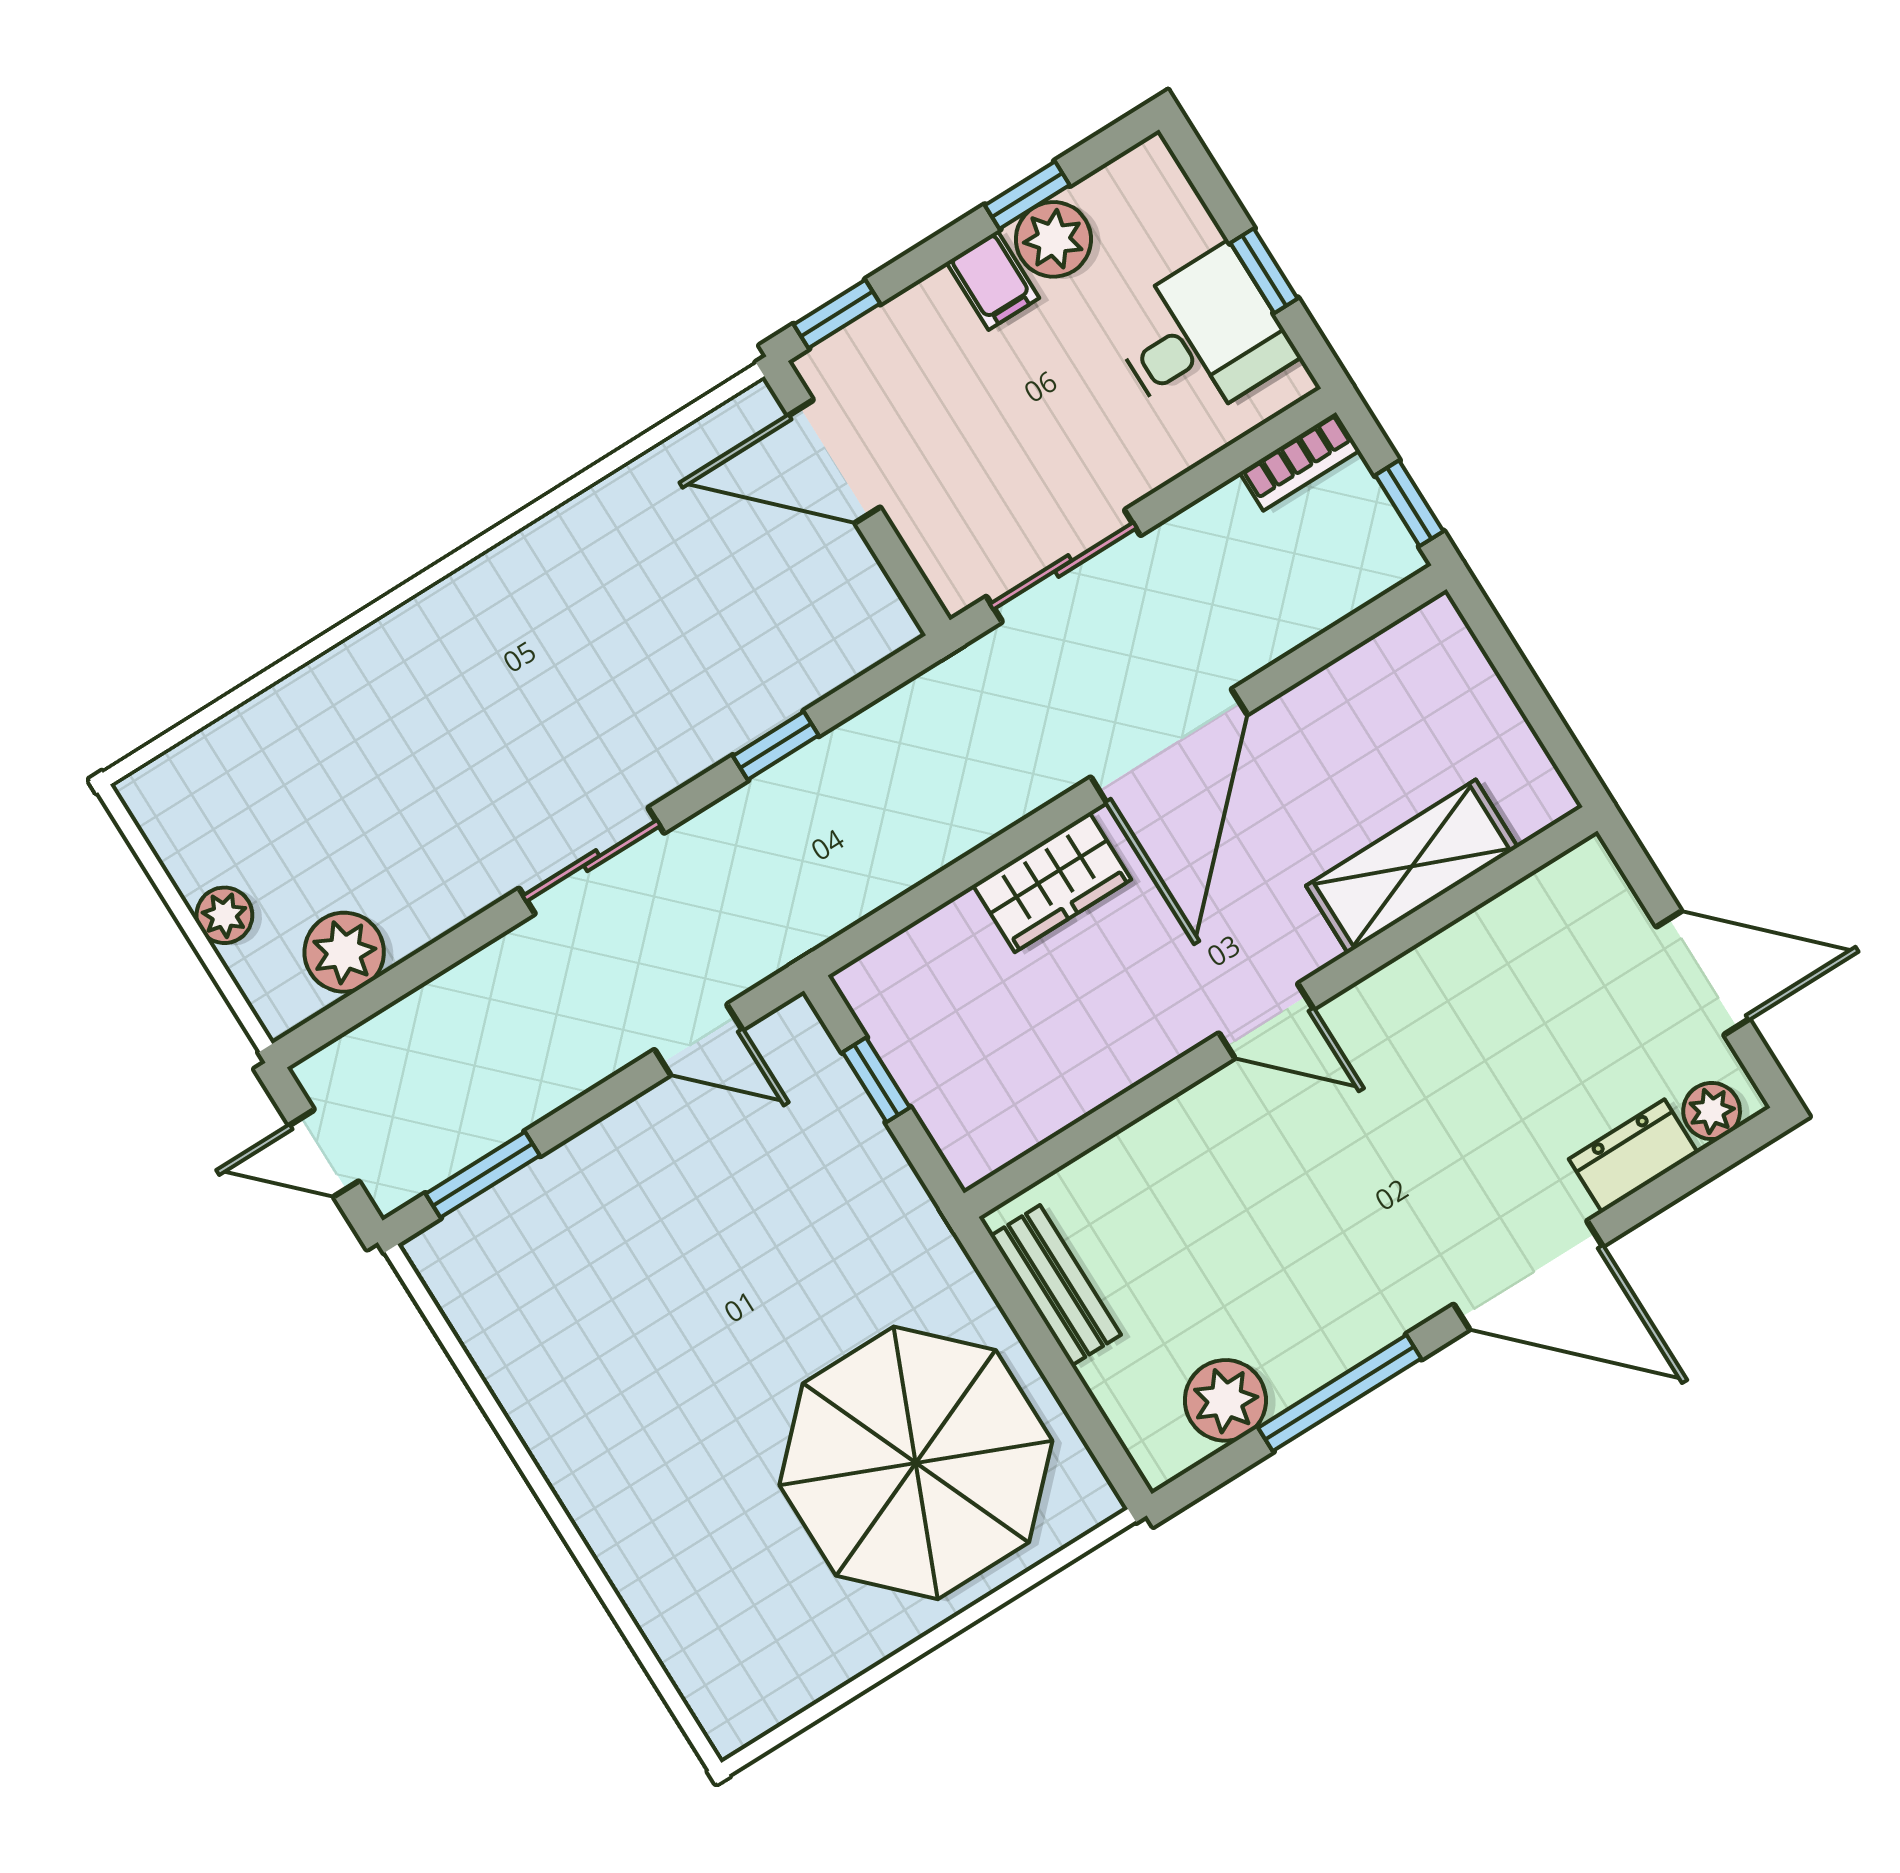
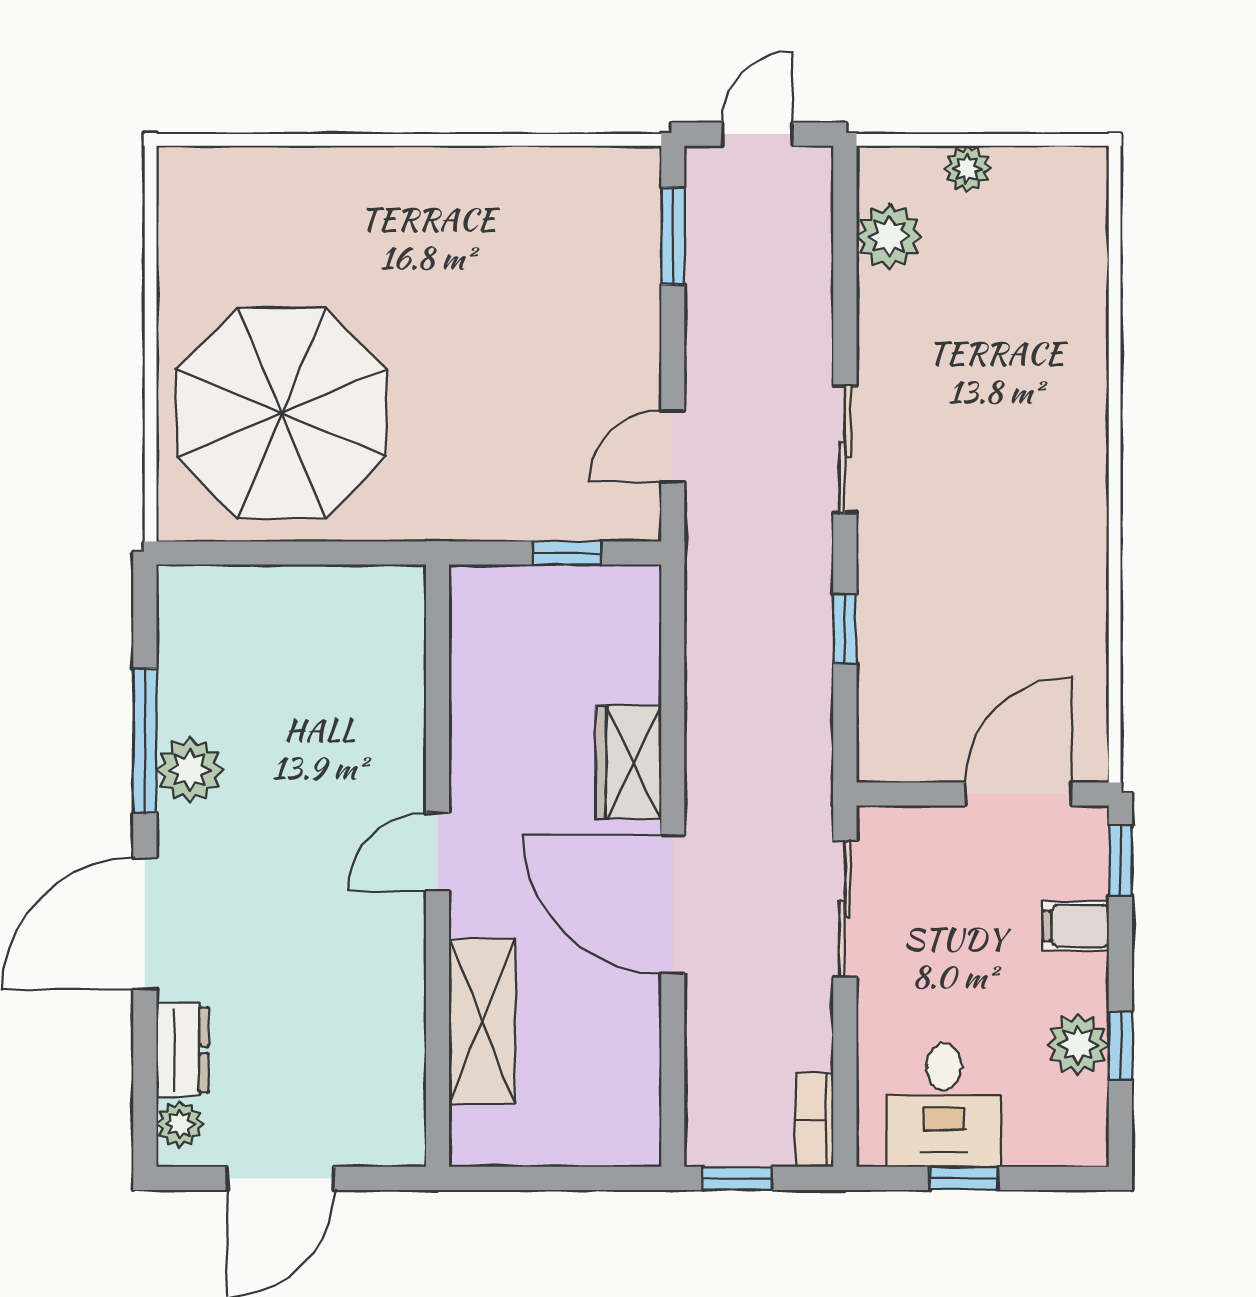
filing cabinet: (993, 280) -> (1076, 926), moved
bench: (1056, 1285) -> (345, 589), removed
plant: (1225, 1400) -> (190, 770), moved

